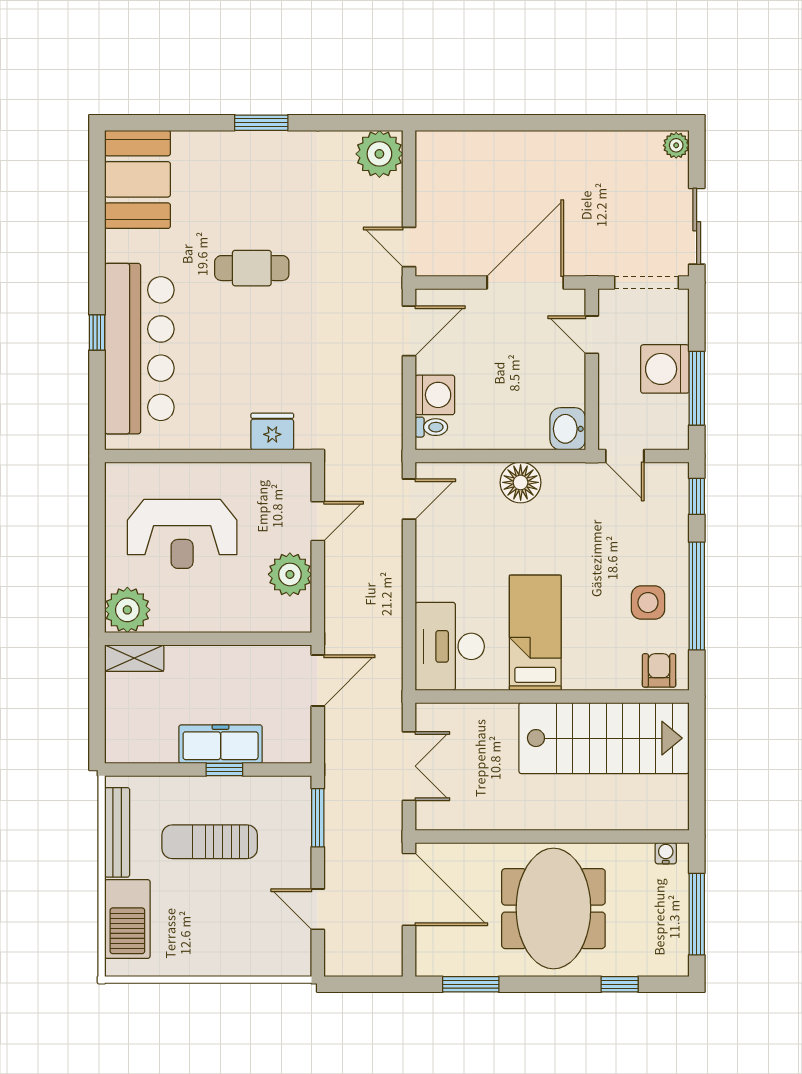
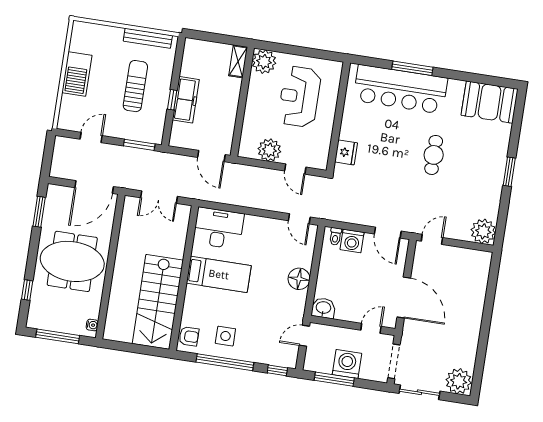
plant: (676, 145) -> (459, 381), width x1.87, depth x1.87
window: (97, 333) -> (412, 68), width x2.17
barbecue: (127, 919) -> (77, 74), moved, turned -90

